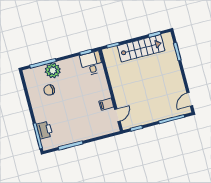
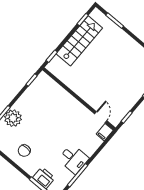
desk: (92, 63) -> (73, 159), moved, turned 180
chair: (49, 90) -> (24, 151), moved
filing cabinet: (106, 104) -> (105, 132), moved

